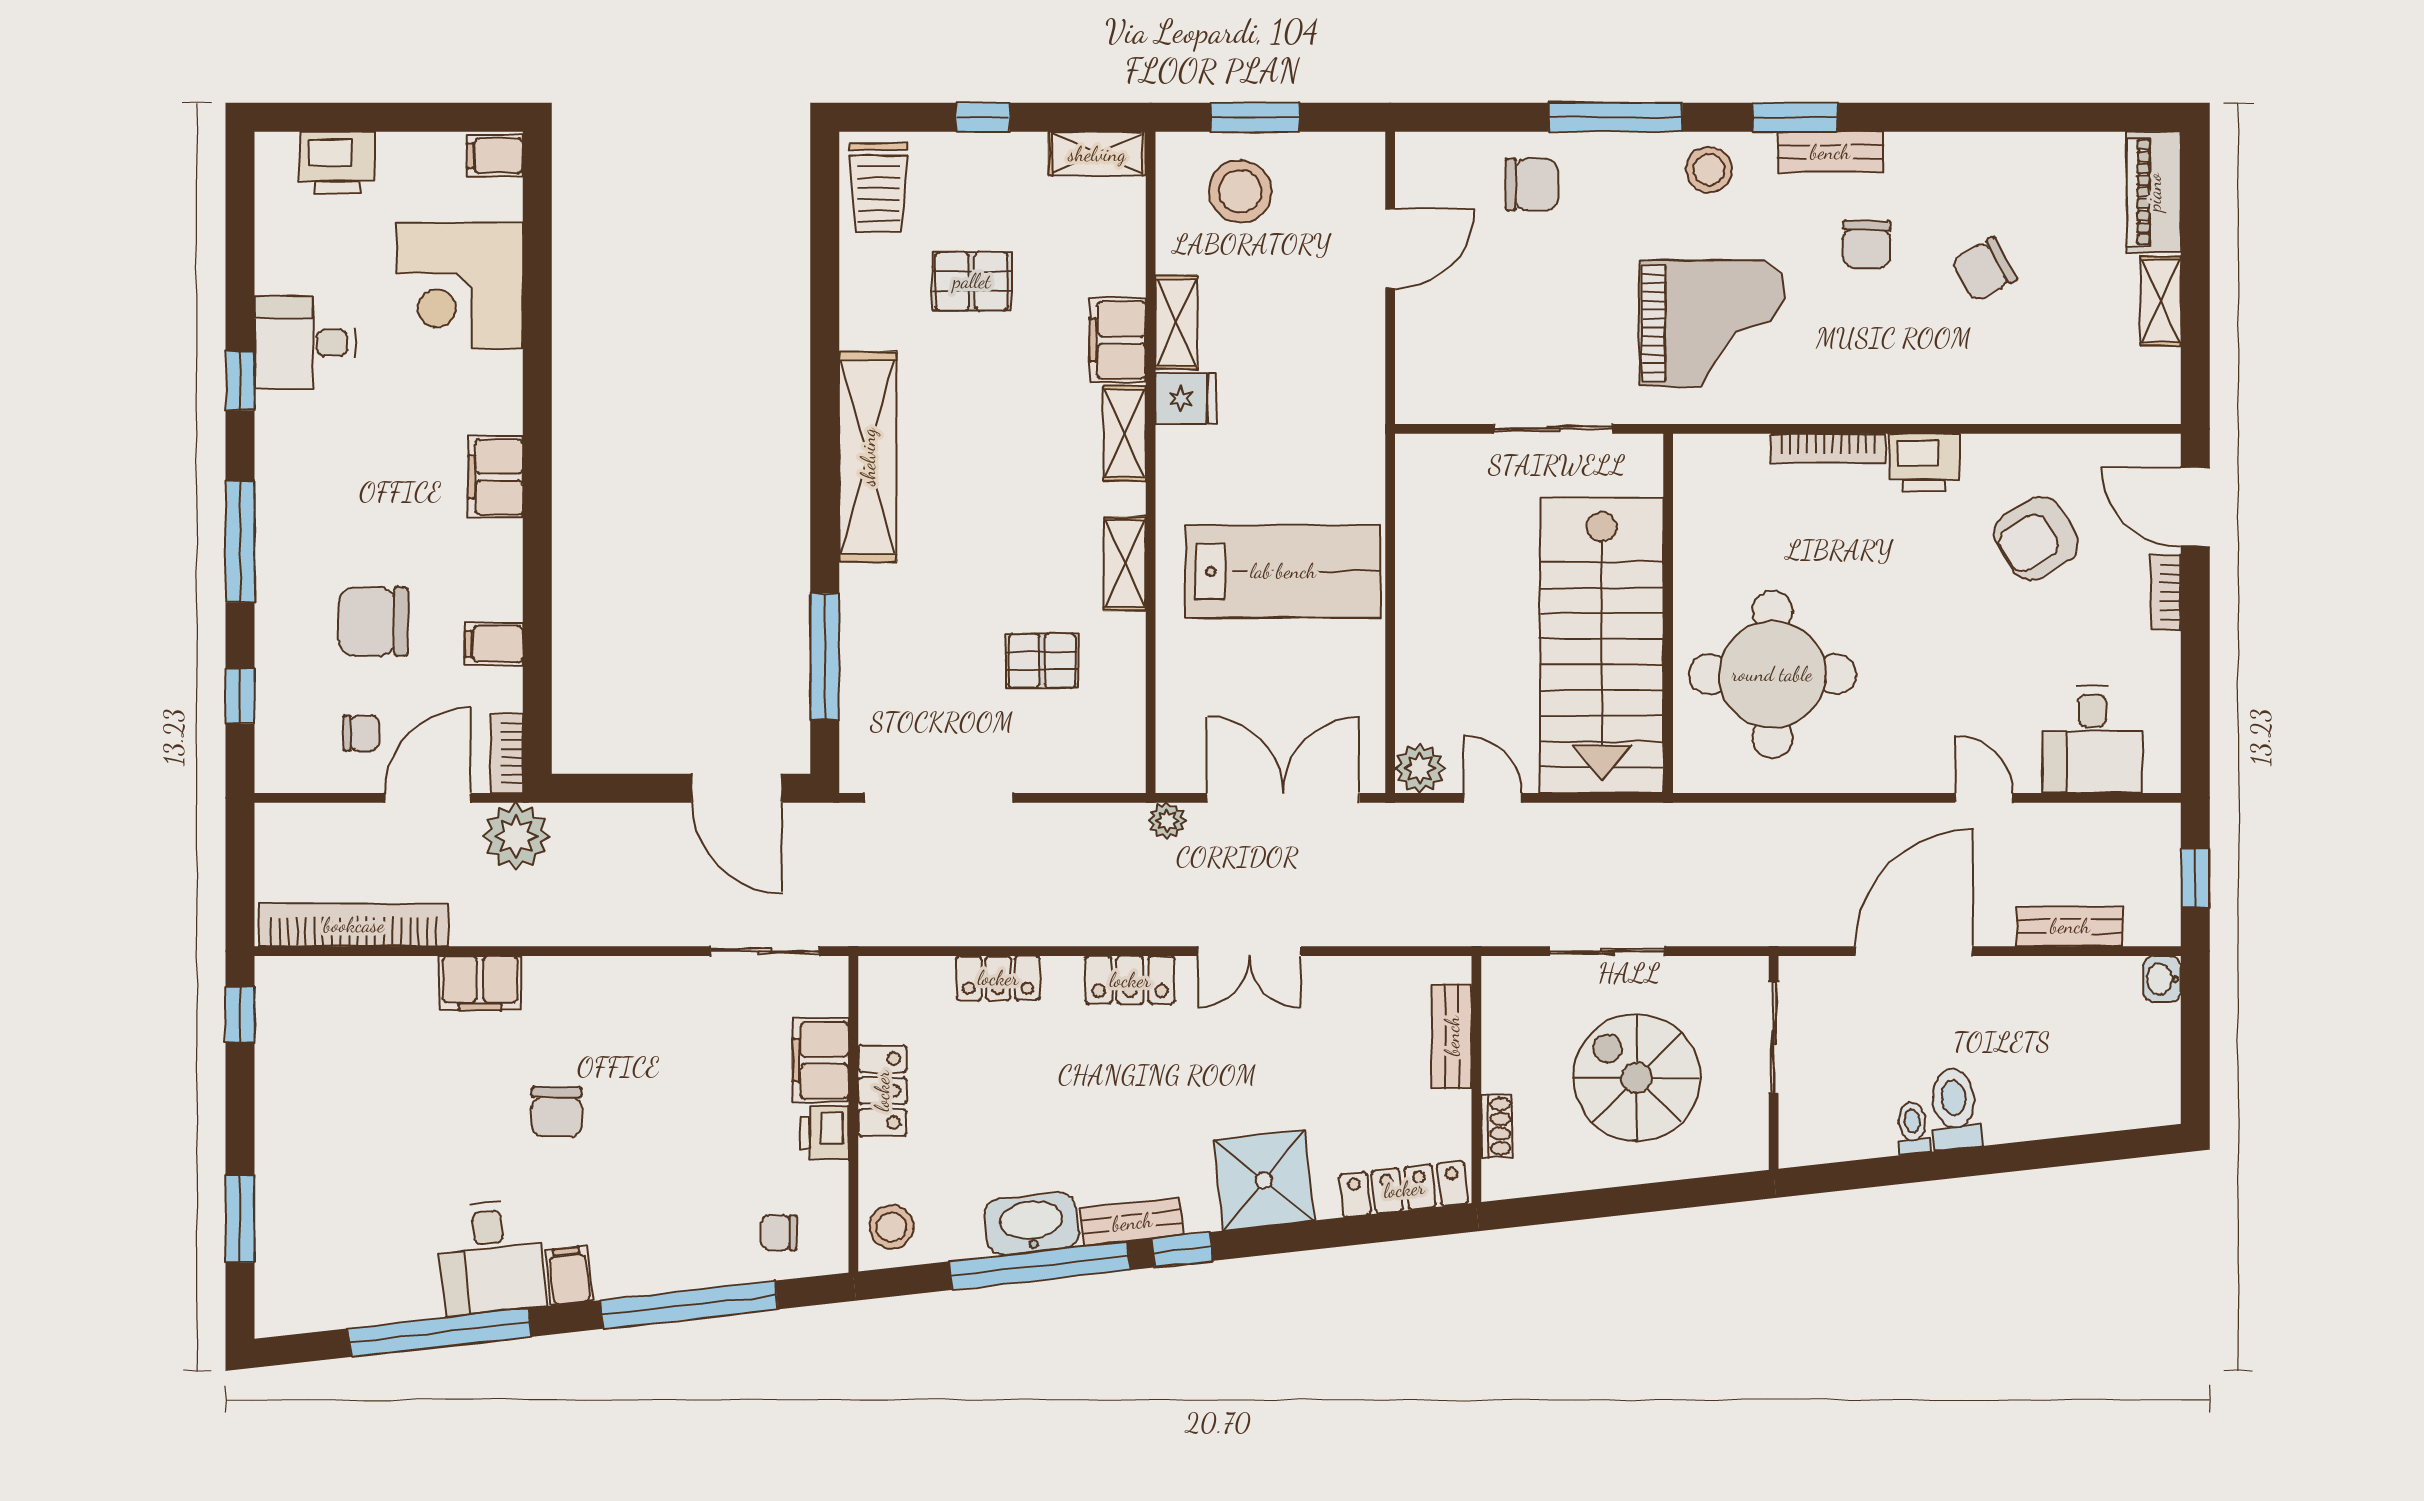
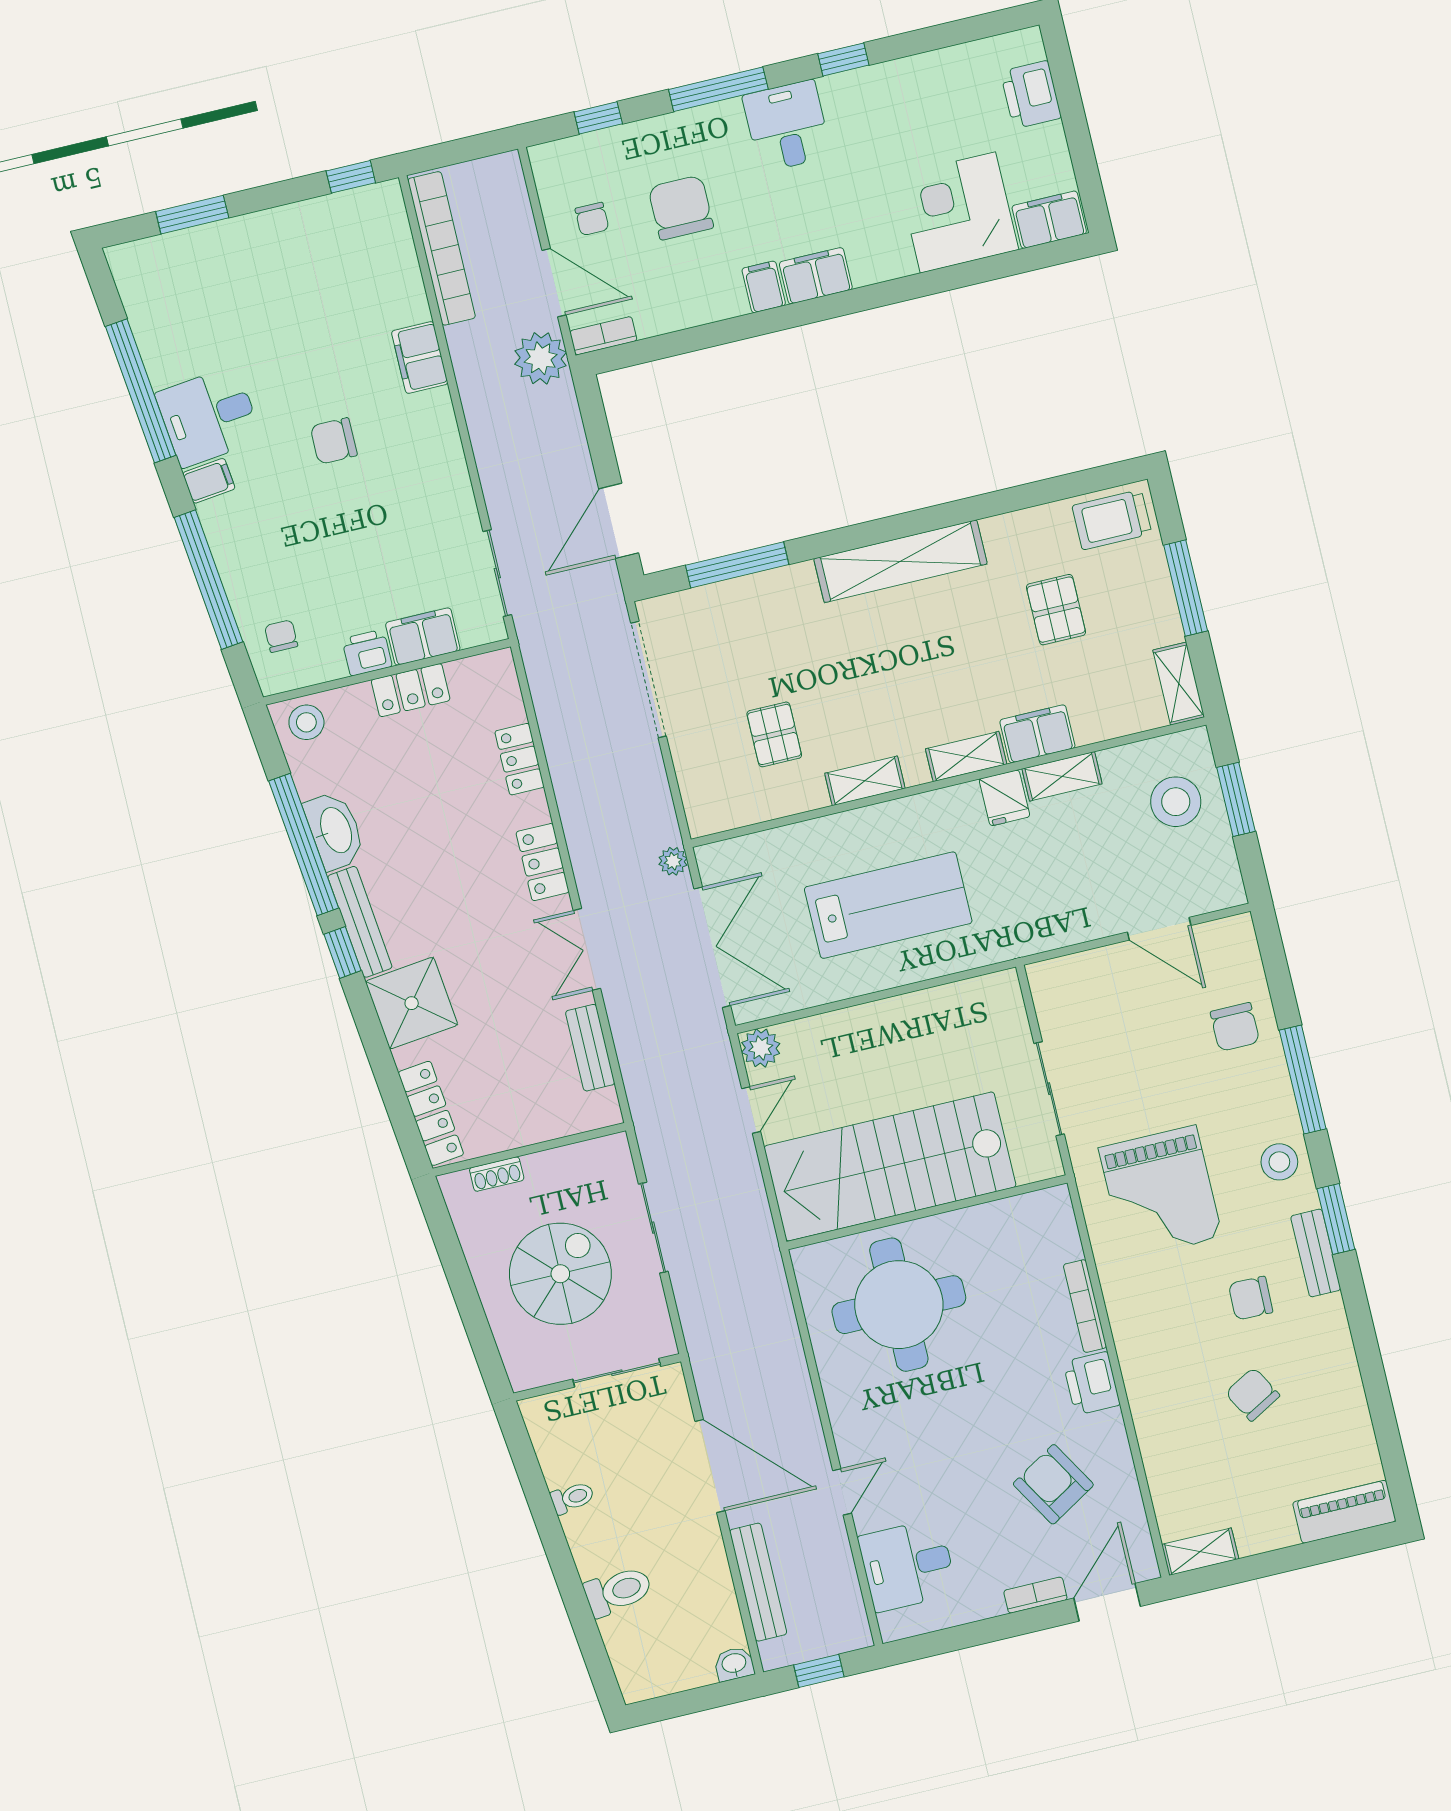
window: (983, 117) -> (1186, 588), width x2.17
filing cabinet: (495, 156) -> (1049, 220), width x2.00
shelving: (2161, 301) -> (1200, 1552), moved
desk: (305, 343) -> (787, 126), moved
lab bench: (1283, 571) -> (888, 905), turned -90
filing cabinet: (494, 644) -> (764, 287), moved
bench: (2070, 926) -> (758, 1582), width x1.36
bench: (1452, 1036) -> (590, 1048), moved, turned 90
toilet: (1955, 1109) -> (618, 1591), moved
bench: (1132, 1222) -> (360, 922), width x1.36

